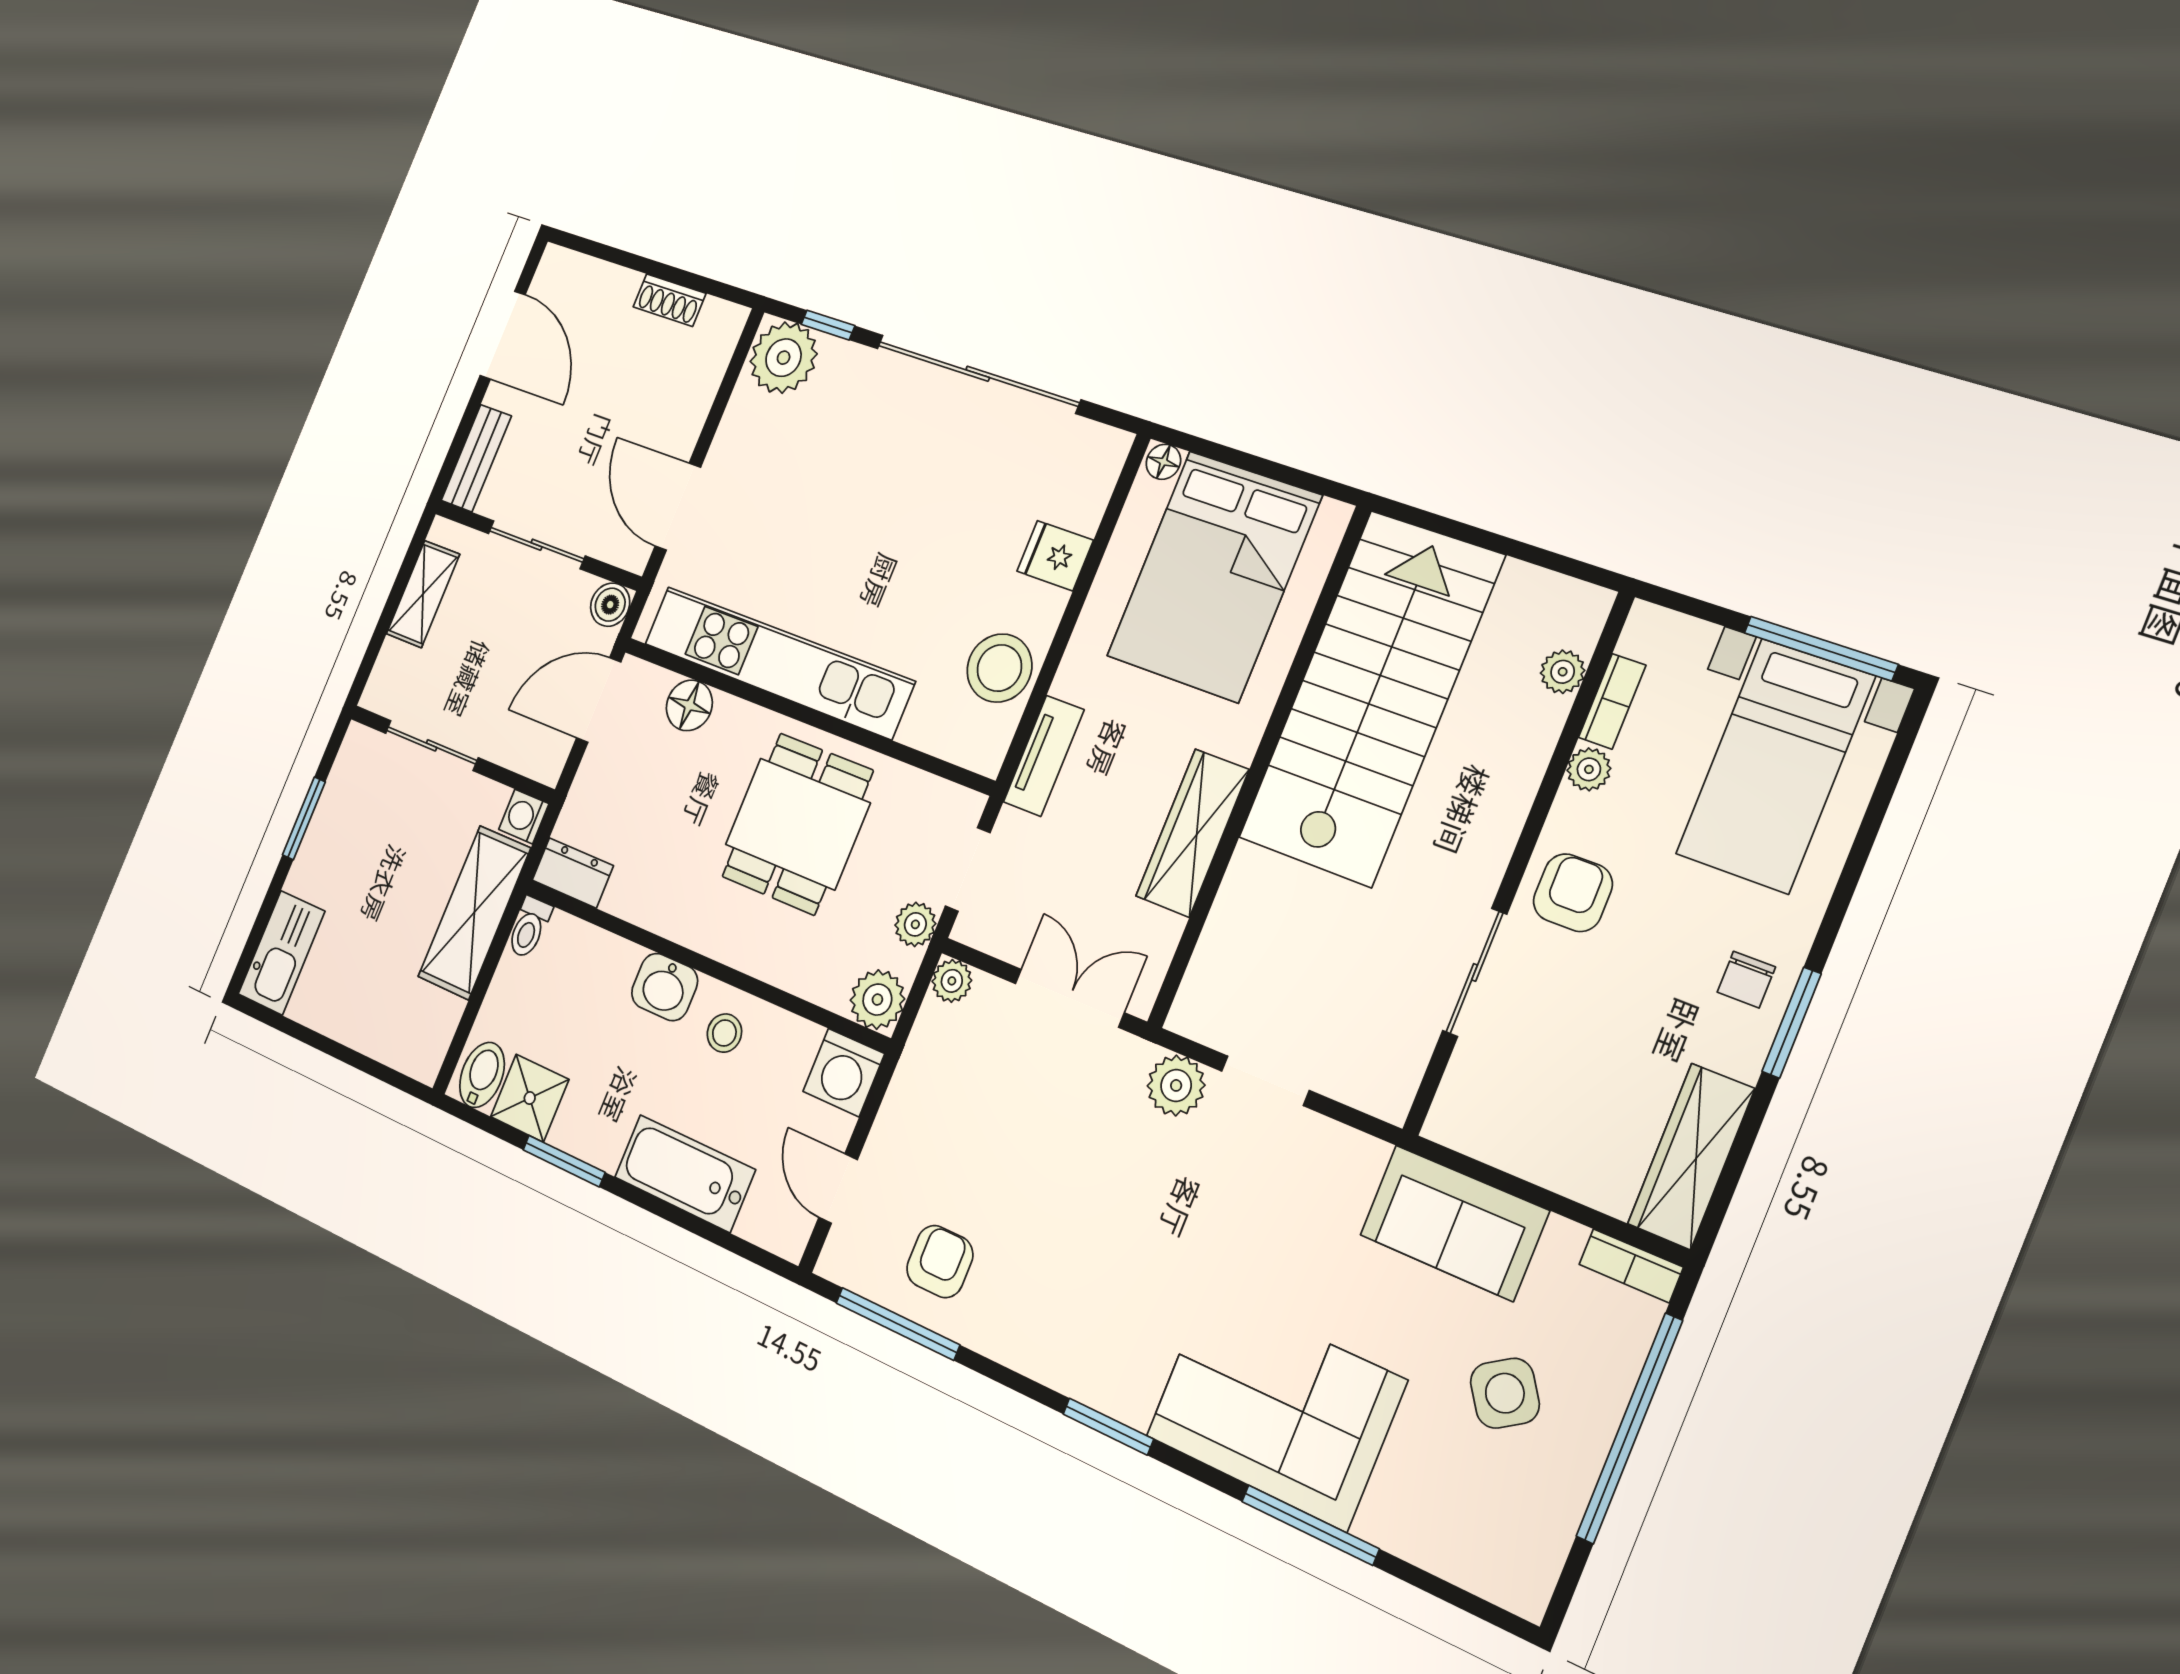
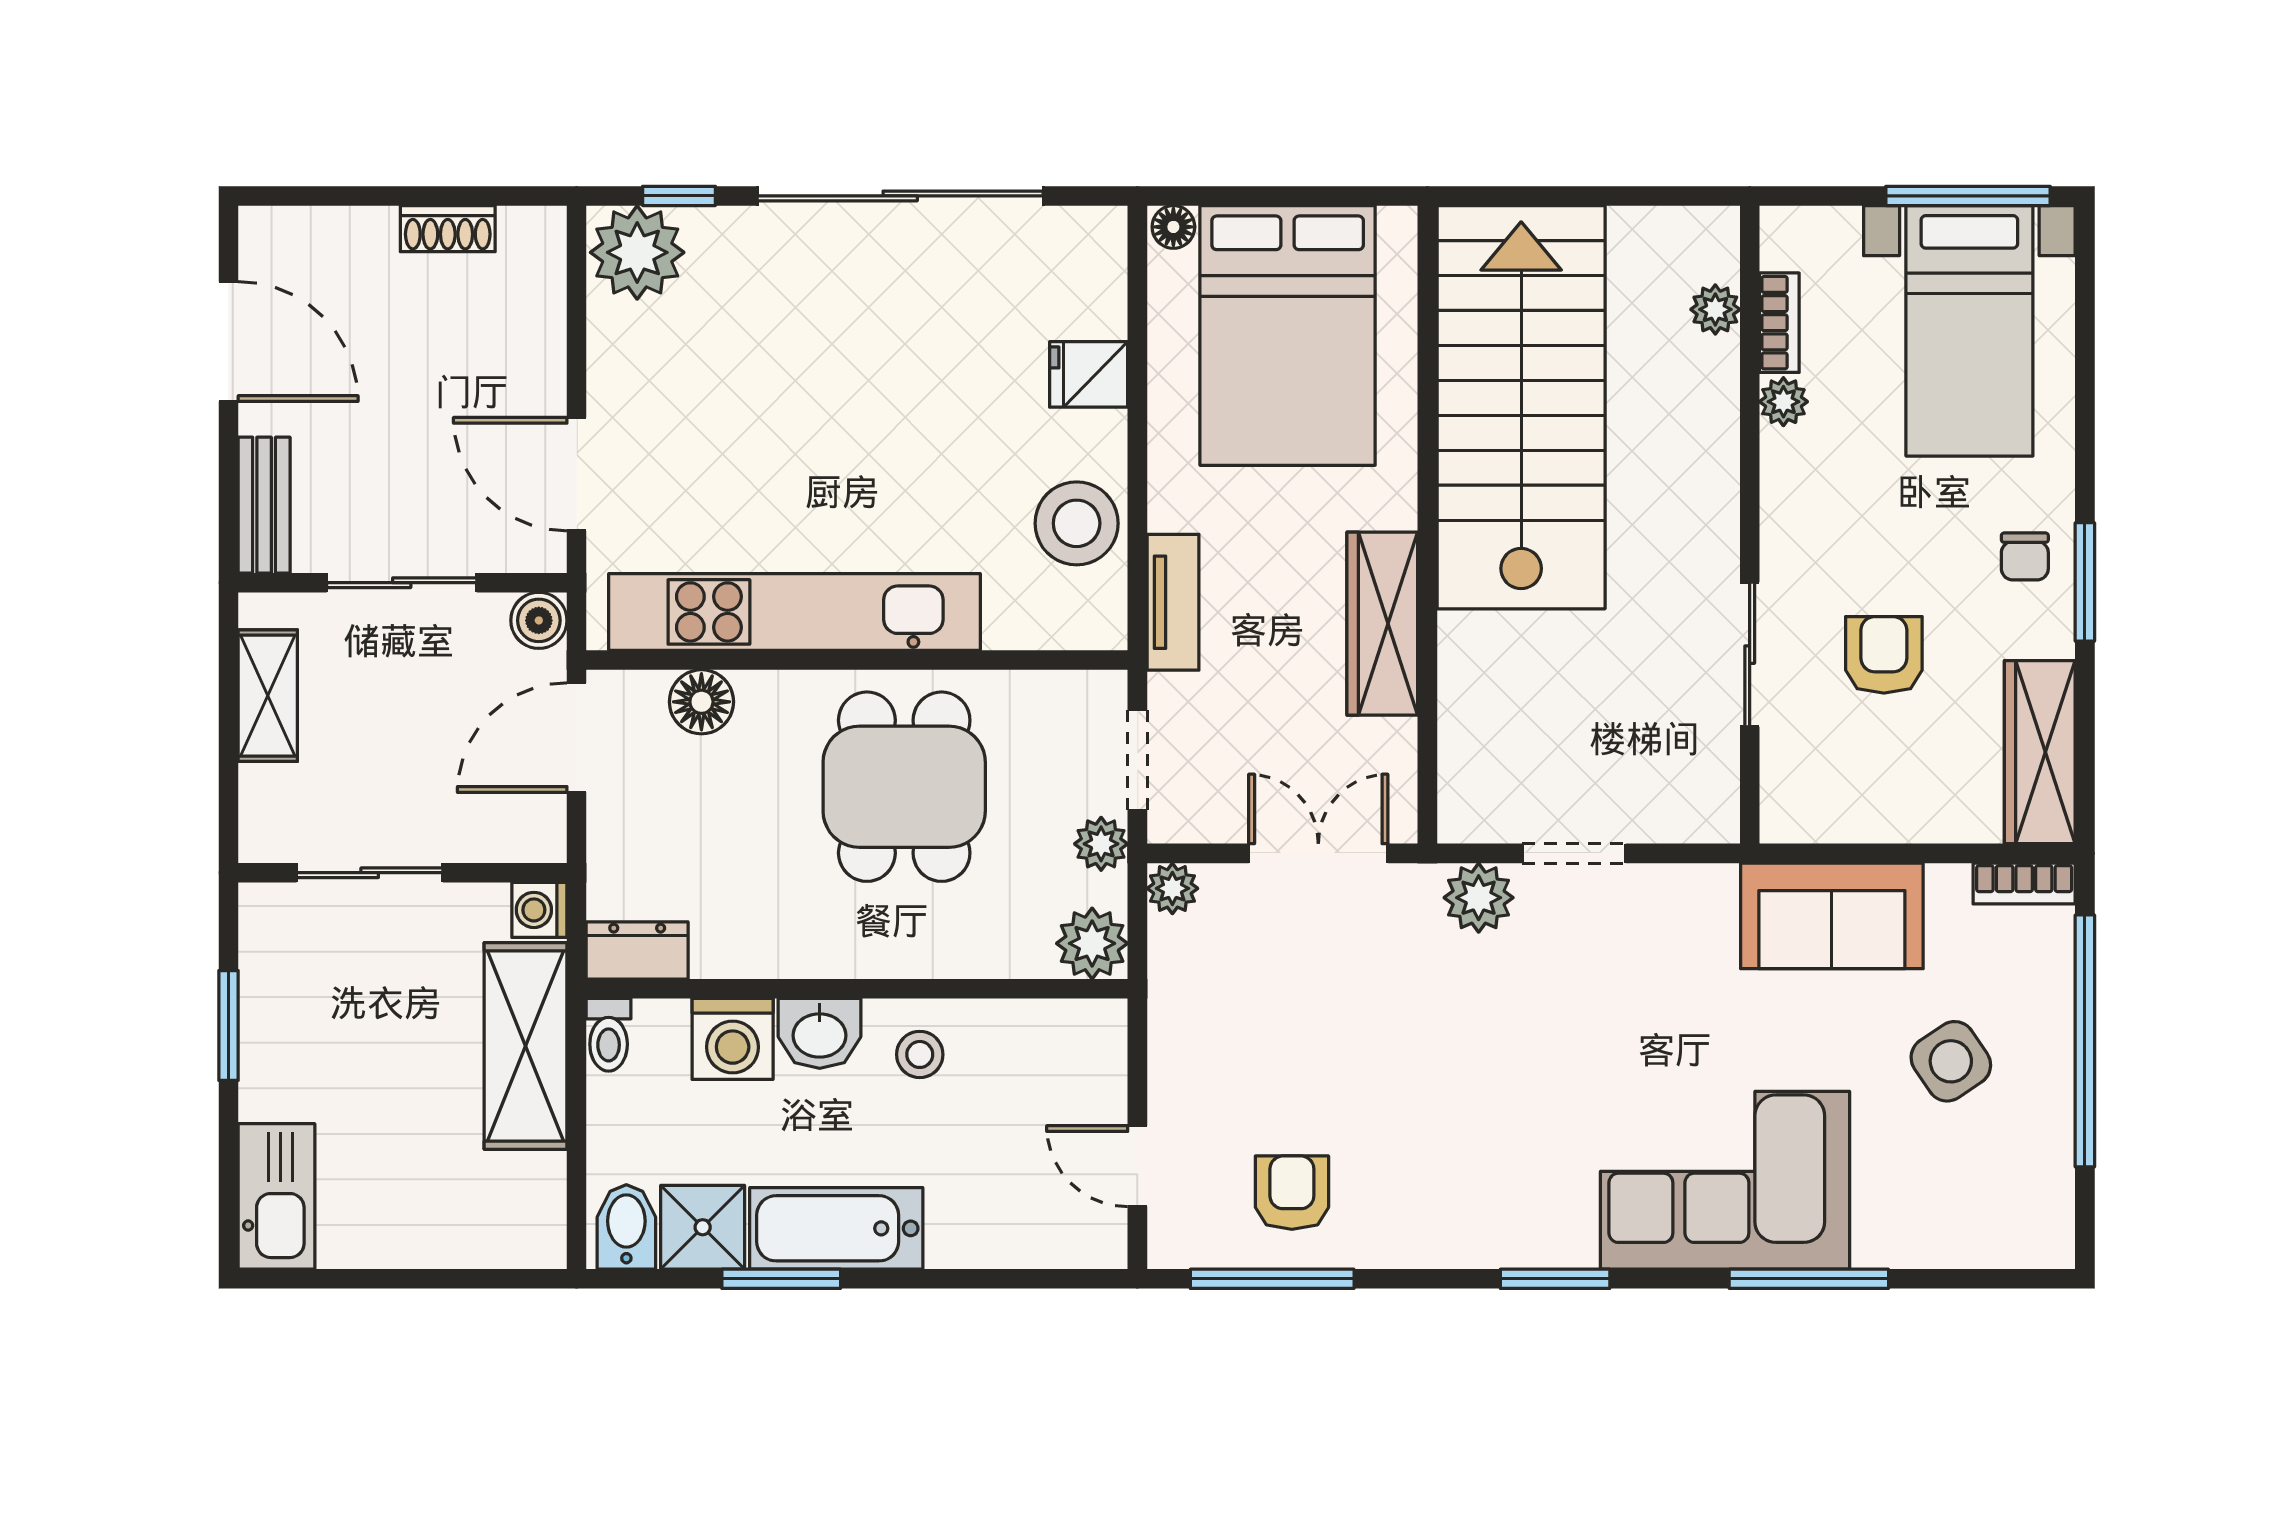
armchair: (1573, 893) -> (1884, 655), moved
washing machine: (844, 1073) -> (733, 1039), moved
bathtub: (685, 1173) -> (836, 1228), moved

